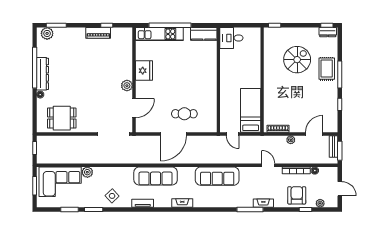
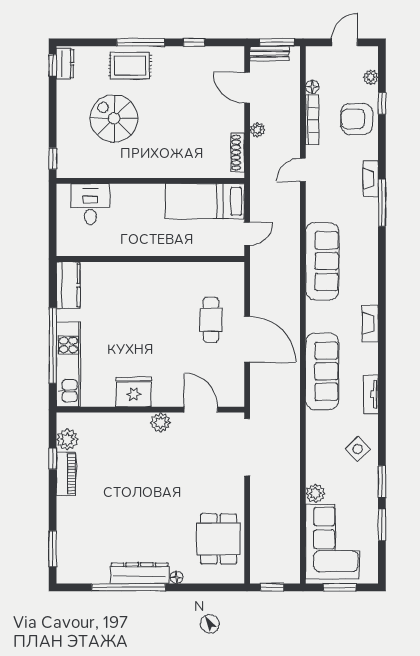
plant: (47, 33) -> (67, 439), moved
desk: (231, 38) -> (90, 204), moved, turned 180

